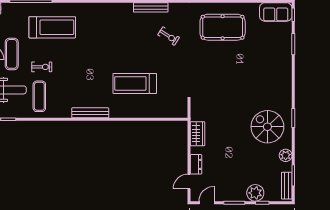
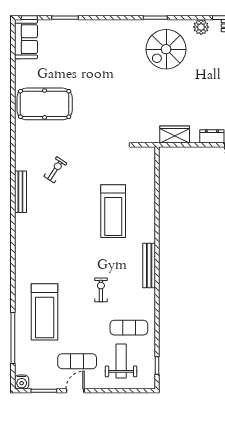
treadmill: (52, 27) -> (45, 312), turned 180
pool table: (223, 27) -> (45, 104), turned 90
exercise bike: (42, 67) -> (101, 290), moved

